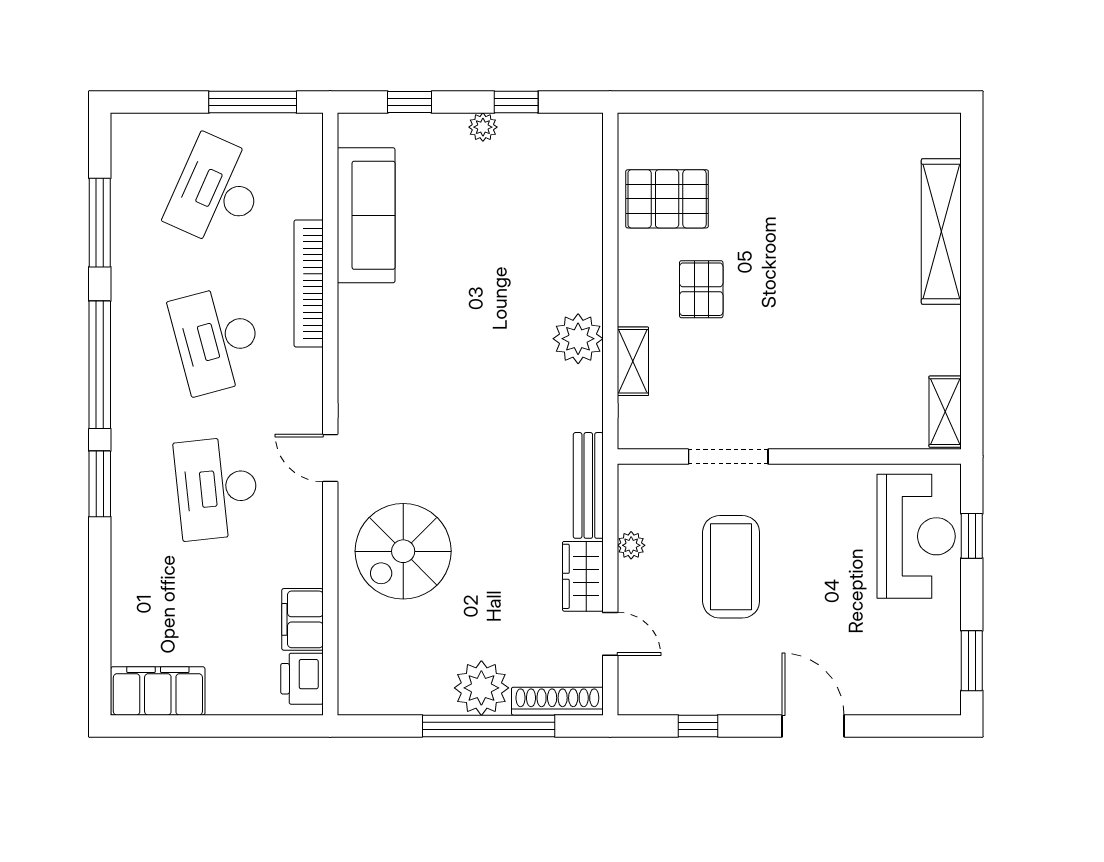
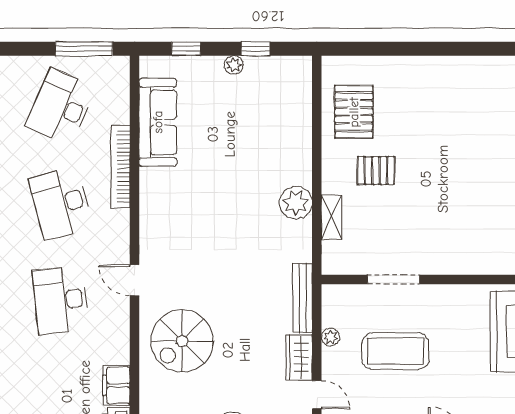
pallet: (667, 199) -> (354, 112), turned 90
pallet: (701, 289) -> (376, 171), turned 90
coffee table: (731, 567) -> (395, 351), turned 90

